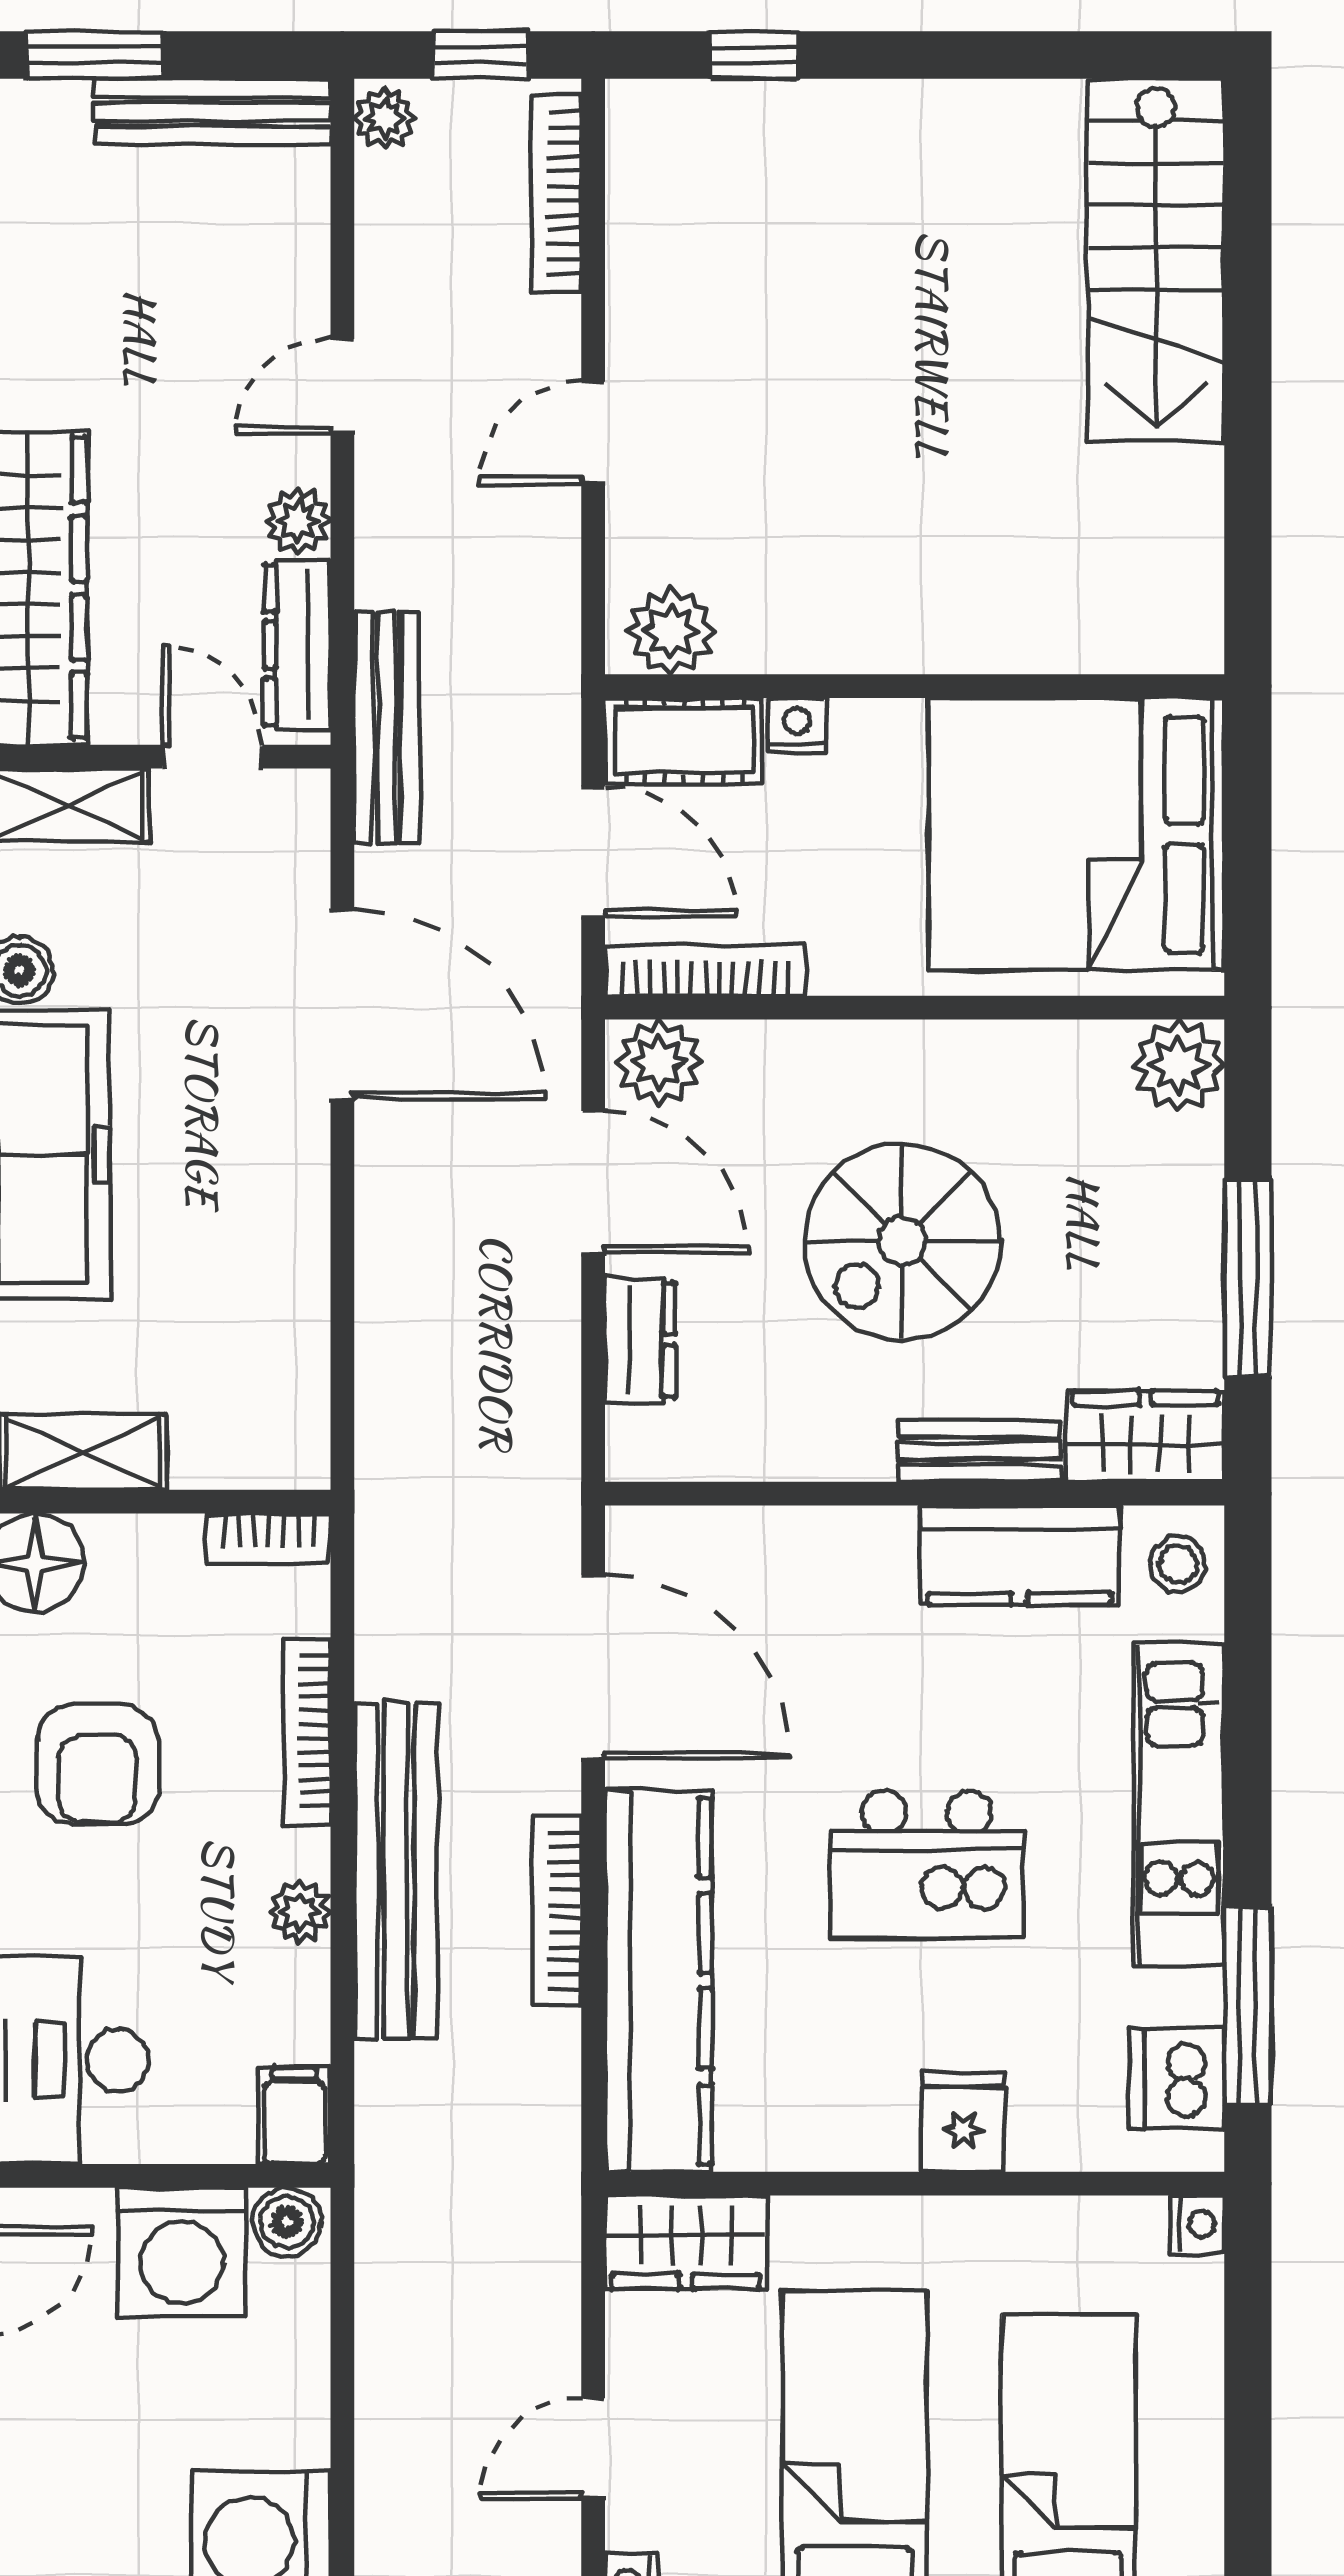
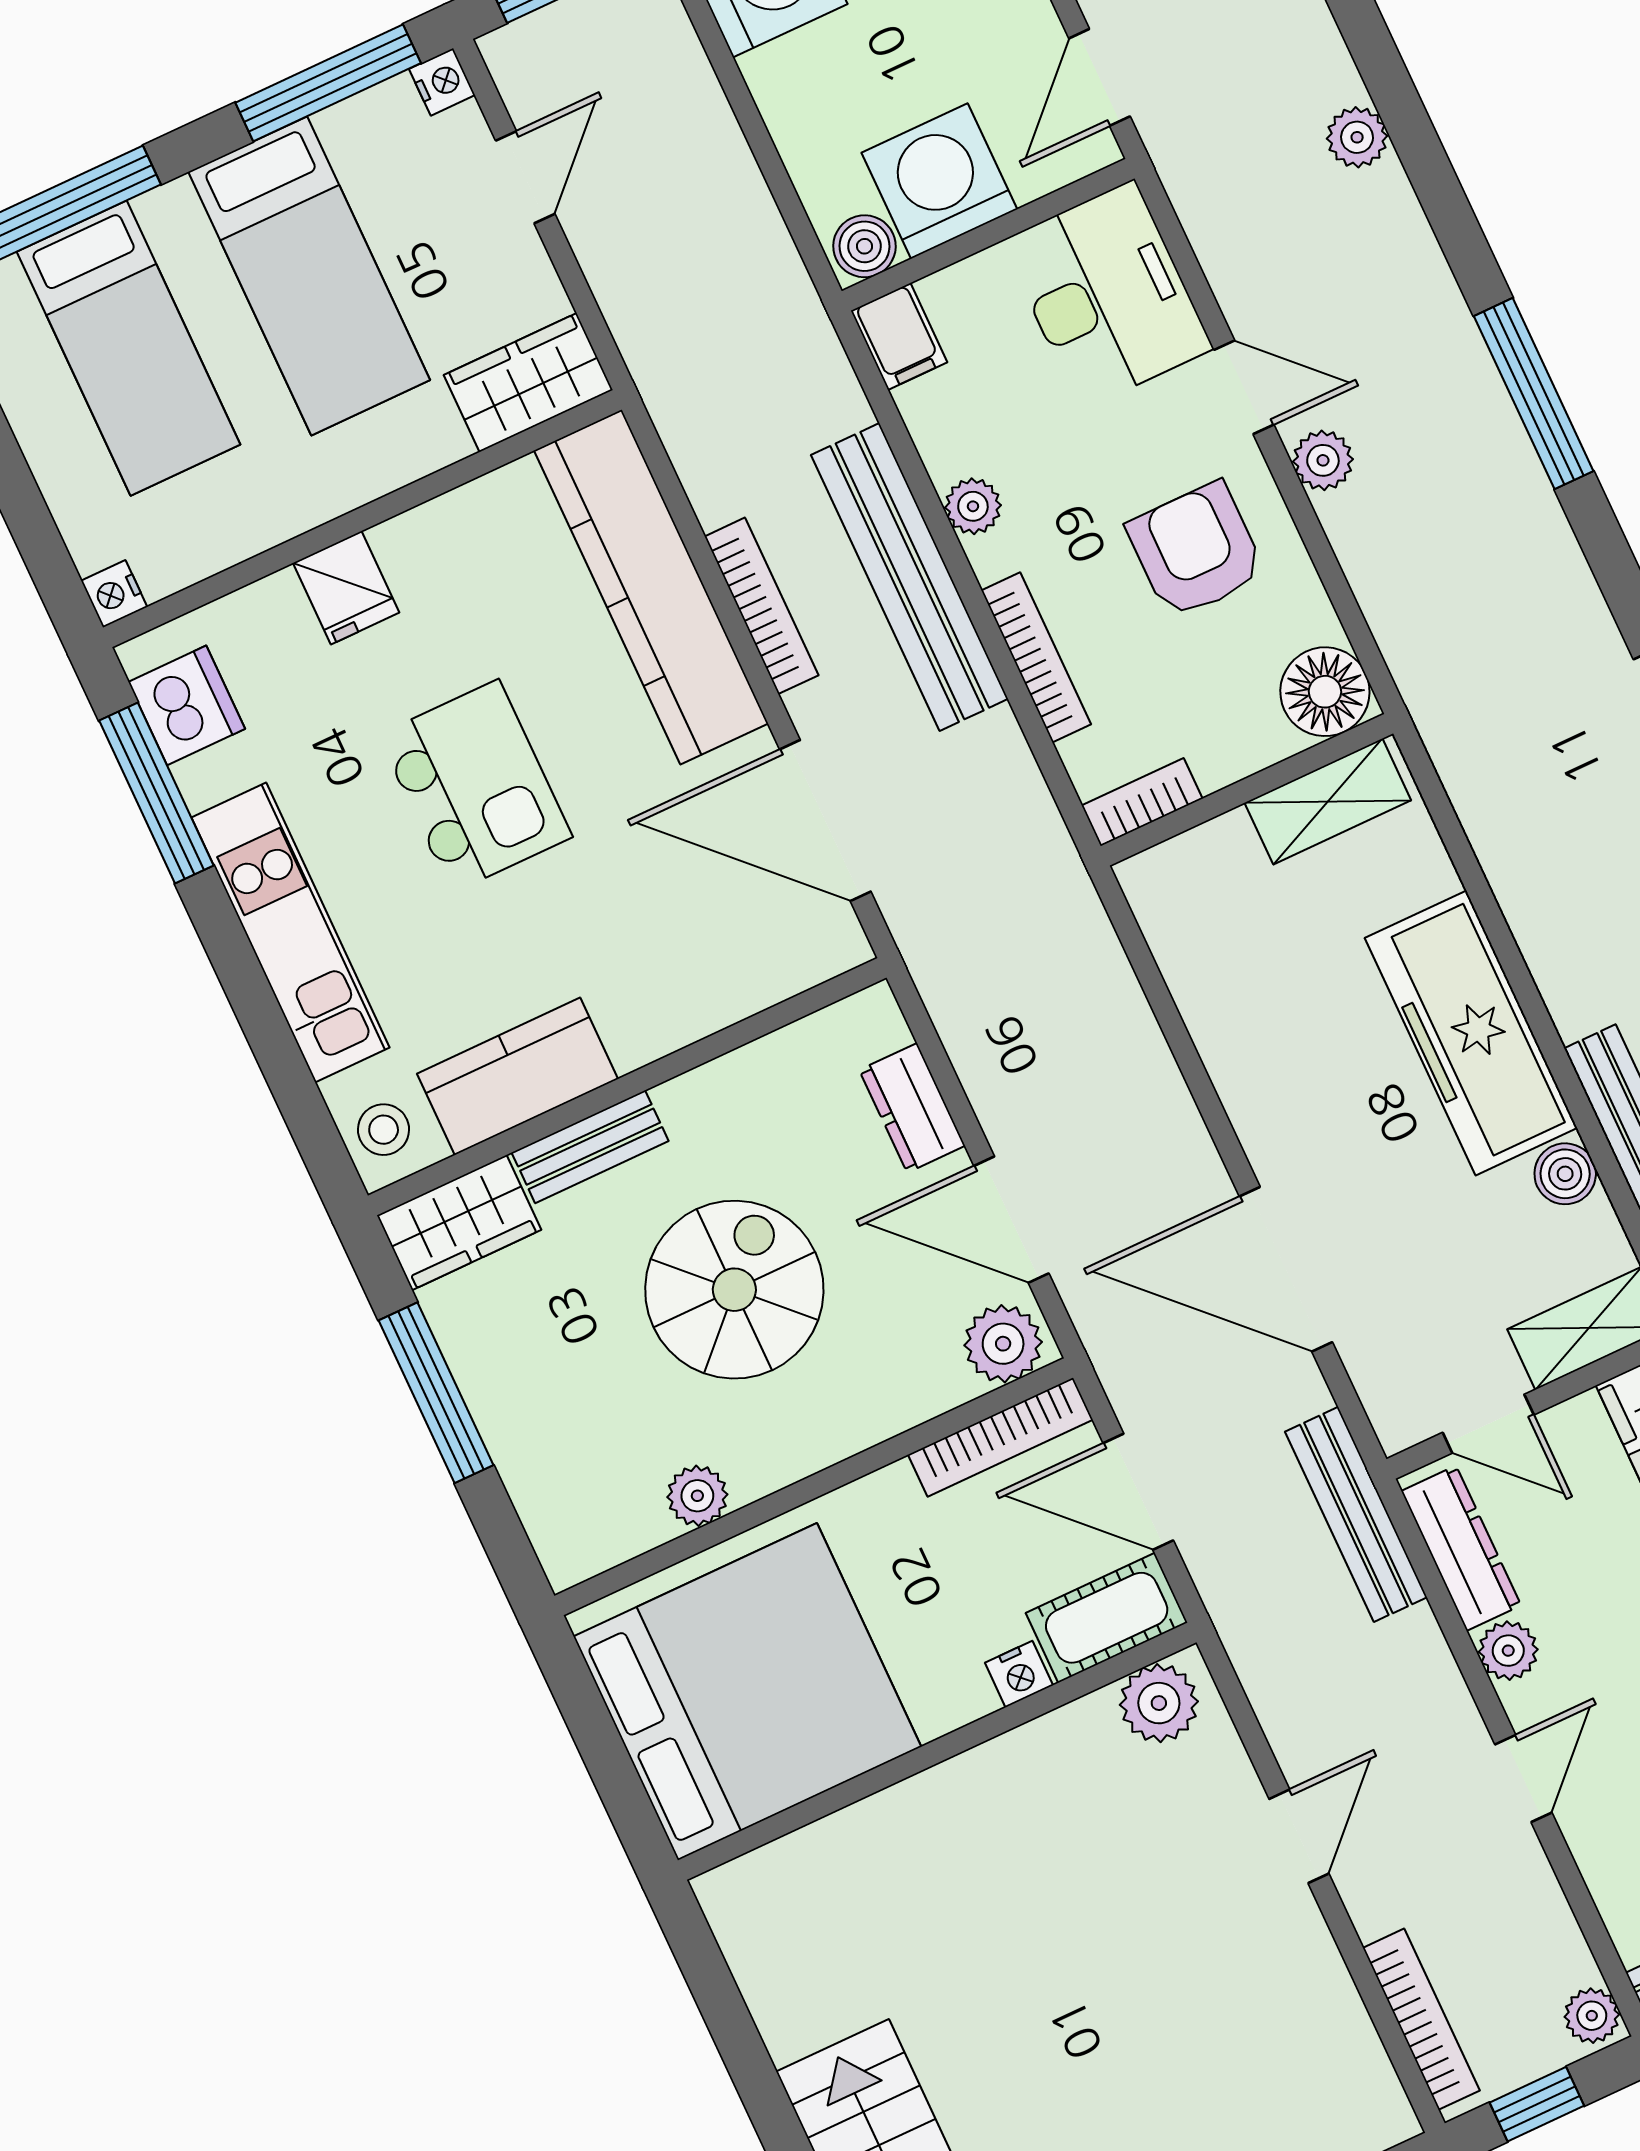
plant: (1178, 1065) -> (697, 1496), moved, width x0.73, depth x0.73
kitchen island: (926, 1864) -> (475, 786), turned 90

